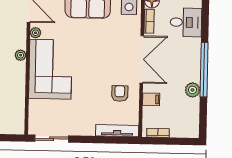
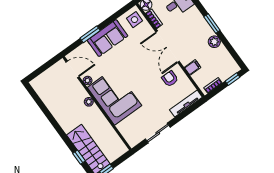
double door: (142, 59) -> (168, 47), swing flipped
window: (204, 70) -> (212, 23), width x0.47
sliding door: (52, 139) -> (158, 133), moved
window: (183, 141) -> (233, 79), added

